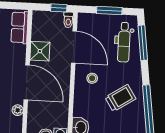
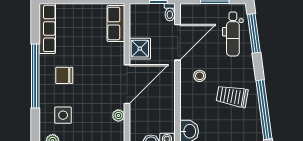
door: (74, 47) -> (178, 42), hinge flipped
door: (27, 82) -> (127, 84), hinge flipped
trolley: (120, 98) -> (232, 96), turned -137

